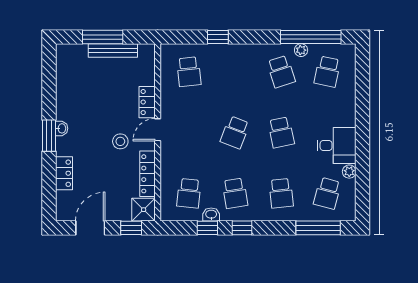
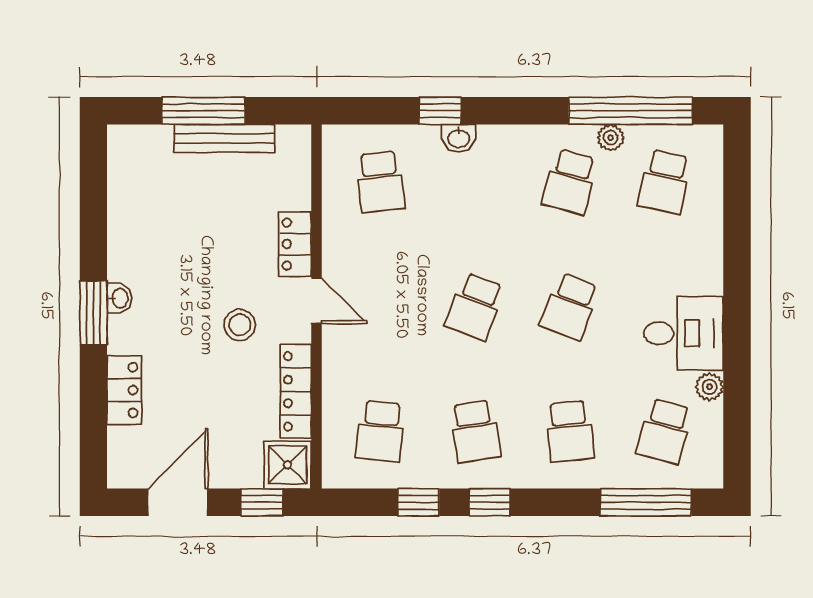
school desk: (281, 72) -> (570, 182), turned 33
door: (158, 130) -> (316, 301), swing flipped
school desk: (281, 132) -> (570, 306), turned 33
washbasin: (211, 215) -> (459, 138), moved, turned 180

